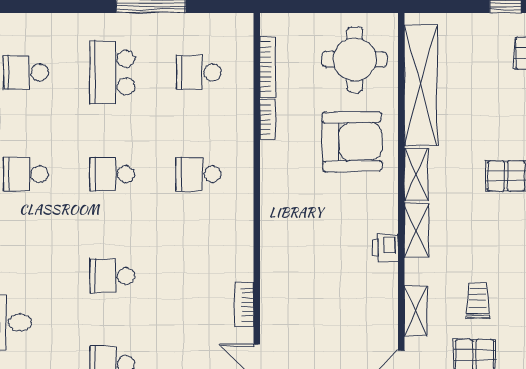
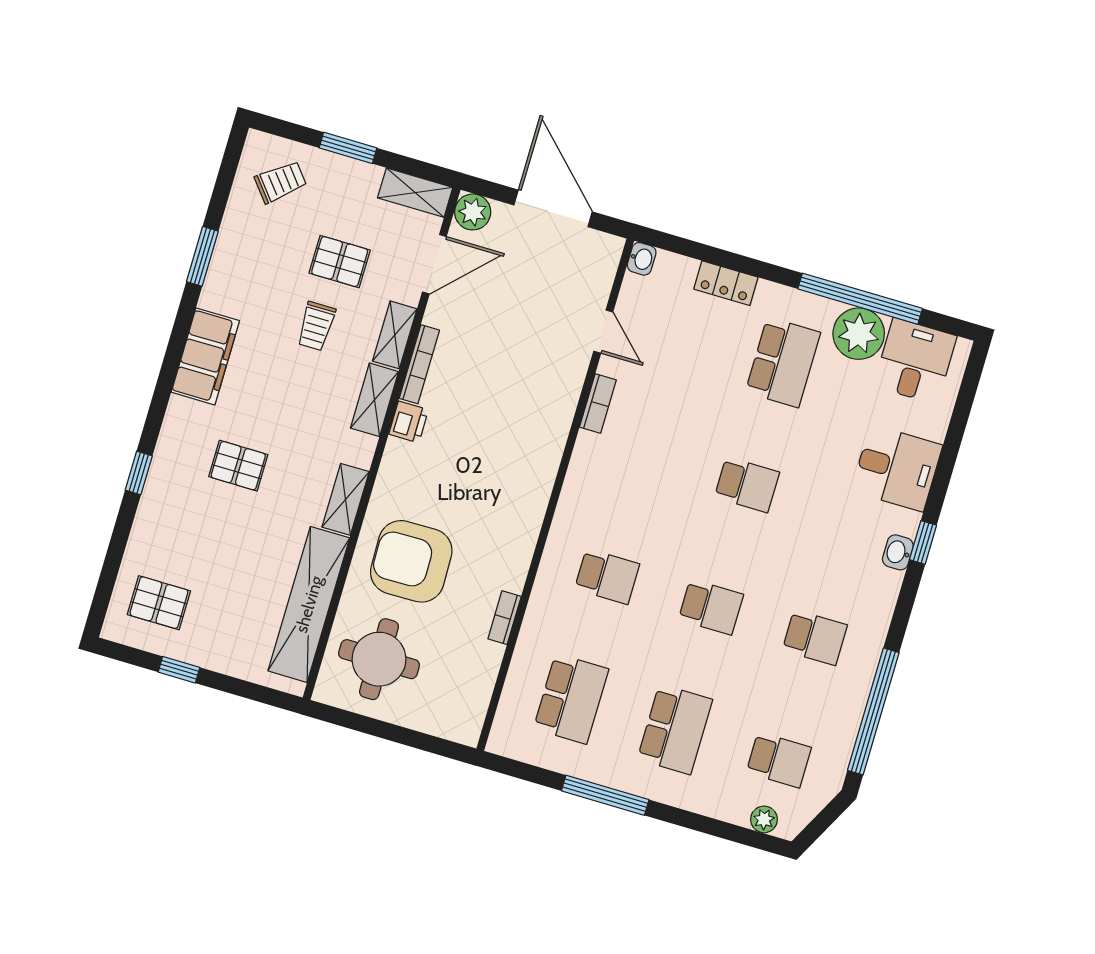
plant: (24, 23) -> (764, 819), added
bookcase: (268, 67) -> (419, 364), moved, turned 180
school desk: (199, 72) -> (571, 699), width x1.85
shelving: (417, 230) -> (375, 400), moved

